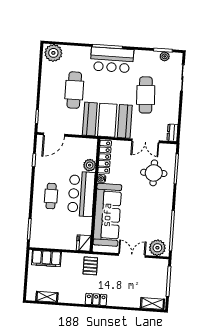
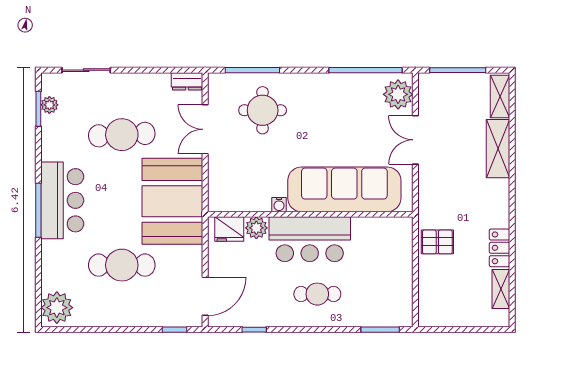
door: (54, 135) -> (205, 296), hinge flipped
double door: (145, 141) -> (205, 129), swing flipped
locker: (105, 157) -> (239, 202), removed
fridge: (84, 243) -> (229, 229), moved
filing cabinet: (46, 258) -> (431, 295), removed
pallet: (90, 266) -> (437, 242), moved
locker: (96, 299) -> (500, 248), moved
shelving: (124, 300) -> (498, 149), added

